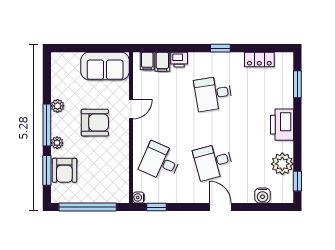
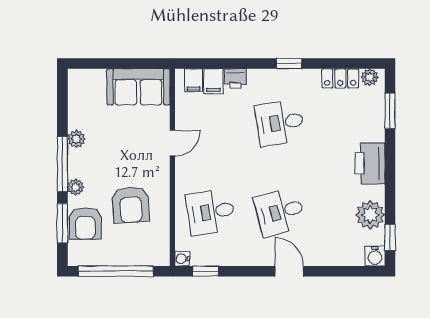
plant: (282, 59) -> (370, 77), added
armchair: (95, 123) -> (131, 205), moved, turned 87
desk: (160, 162) -> (211, 212), turned -33
water cooler: (262, 195) -> (375, 256), moved

